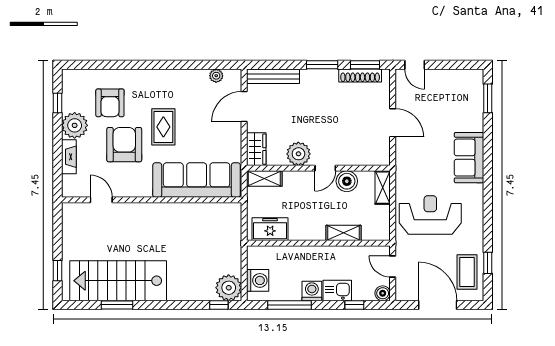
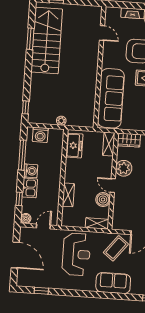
door: (101, 200) -> (102, 33), hinge flipped
coffee table: (467, 272) -> (116, 248), moved, turned -52
plant: (229, 288) -> (61, 121), moved, width x0.53, depth x0.53
door: (438, 305) -> (15, 255), hinge flipped

